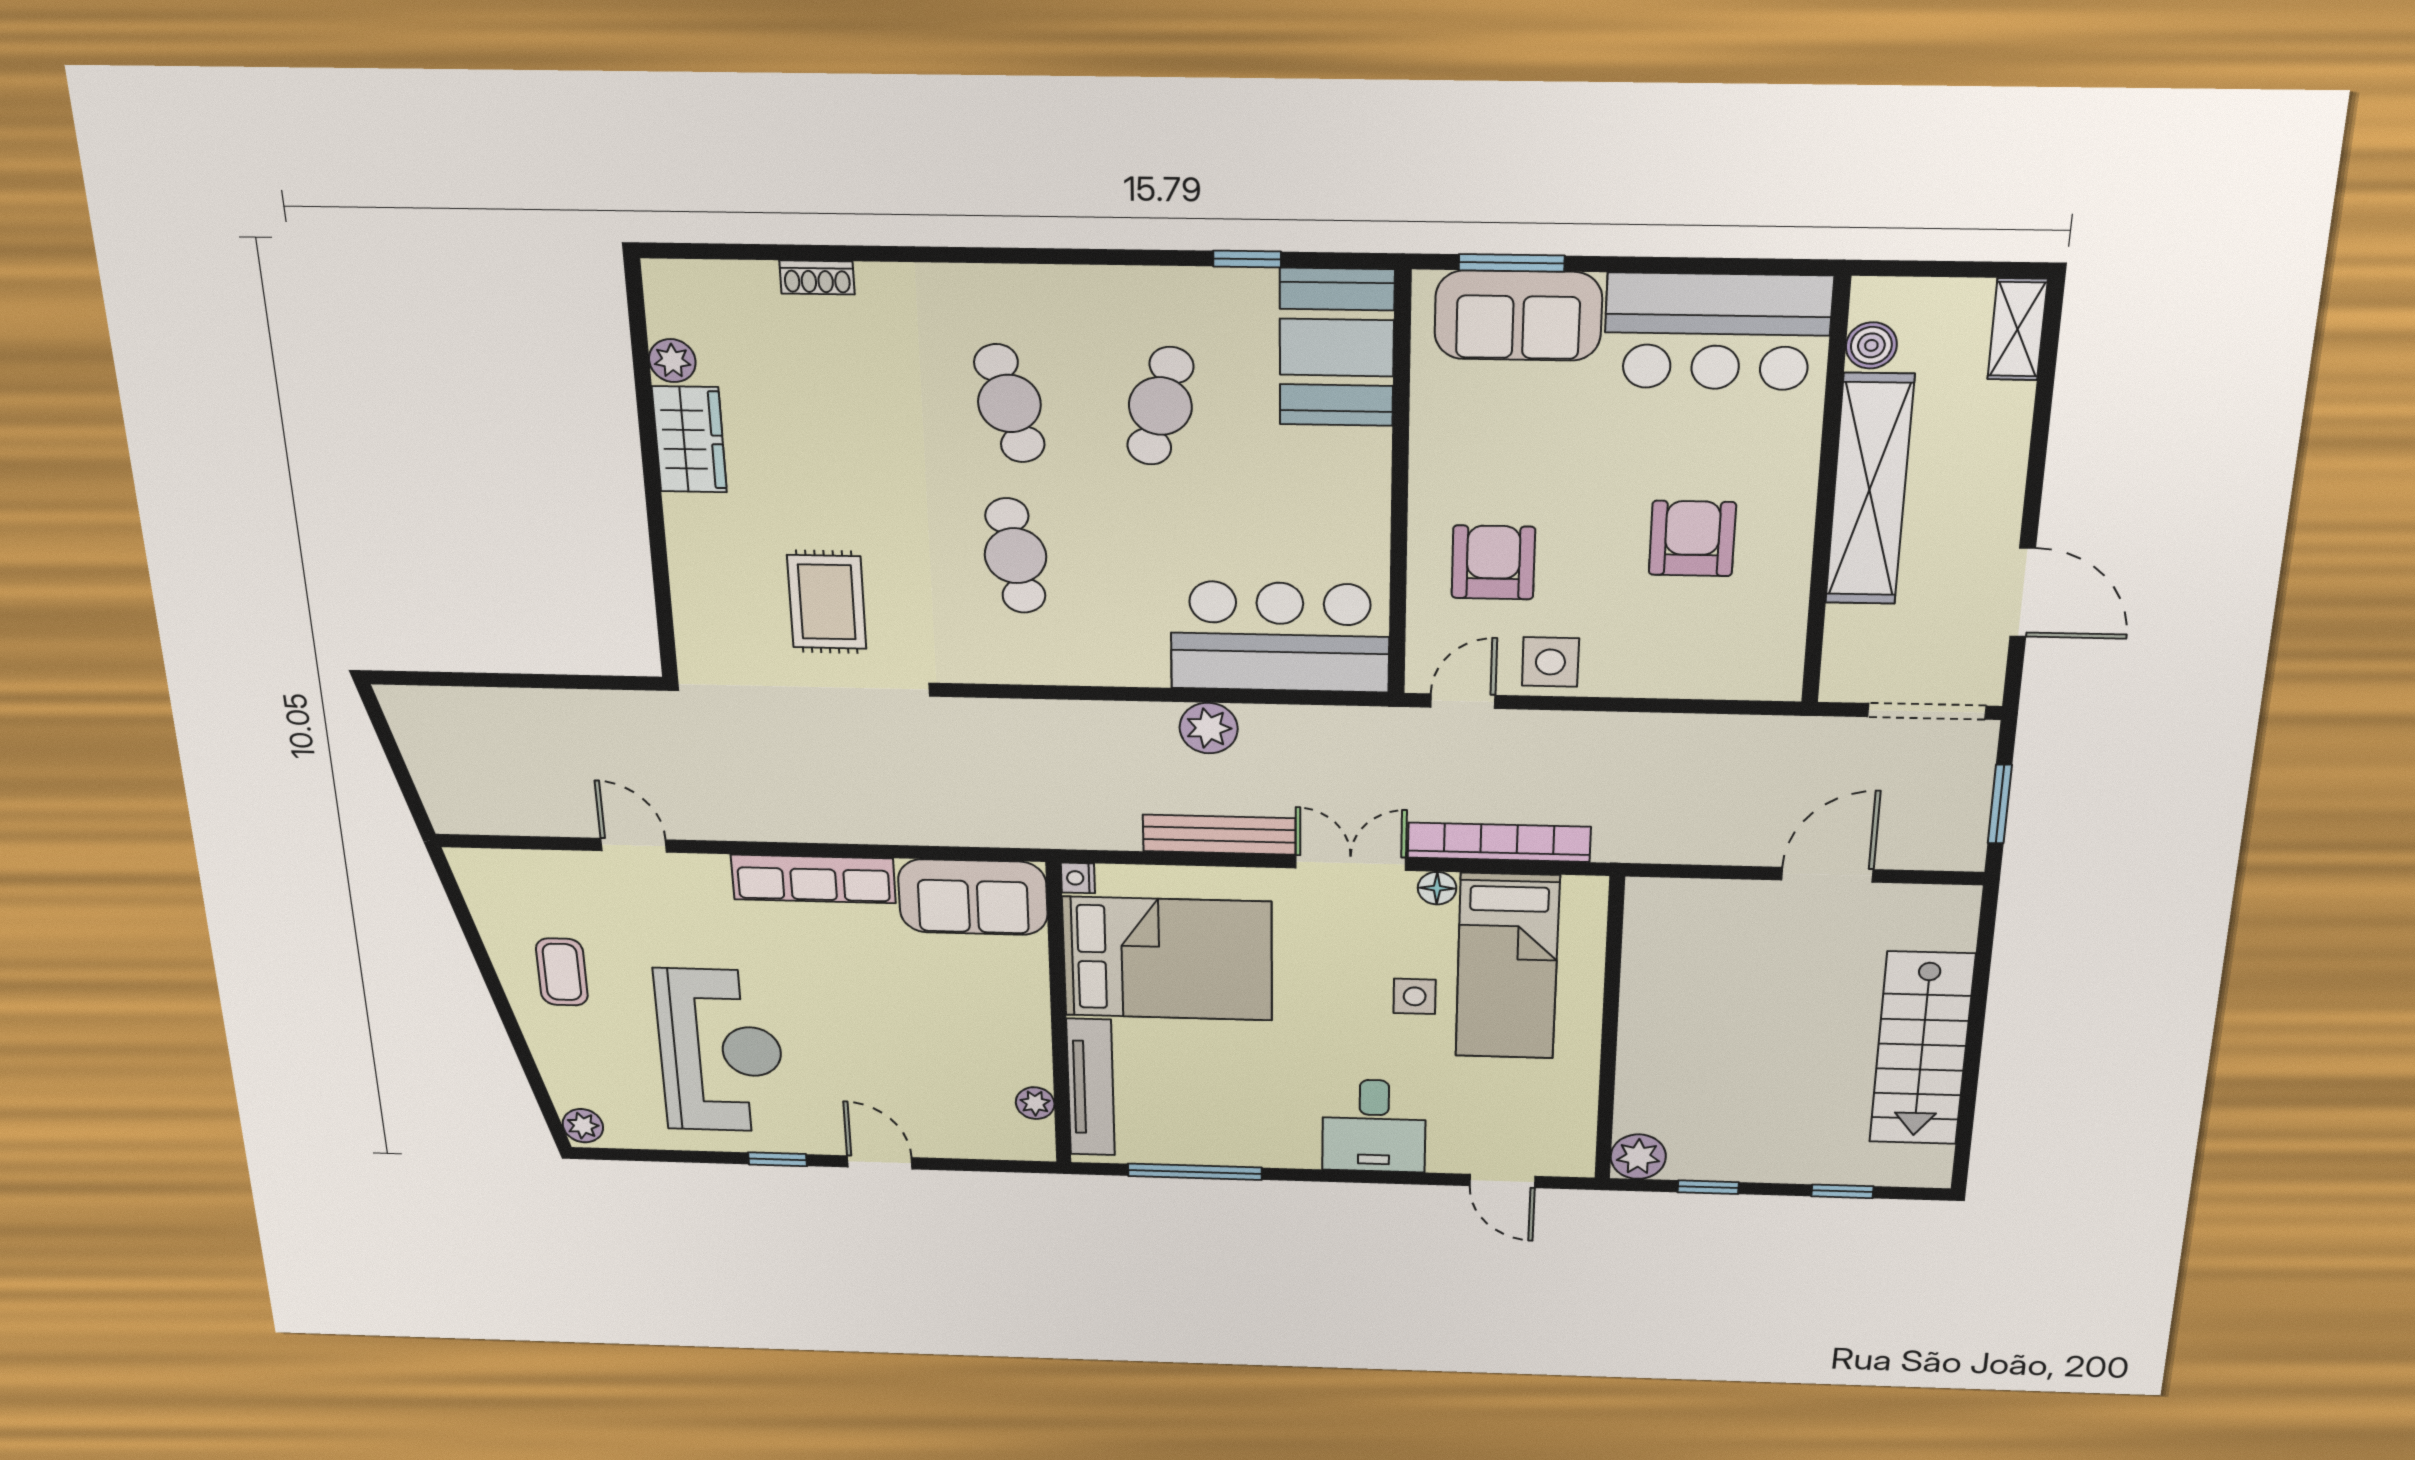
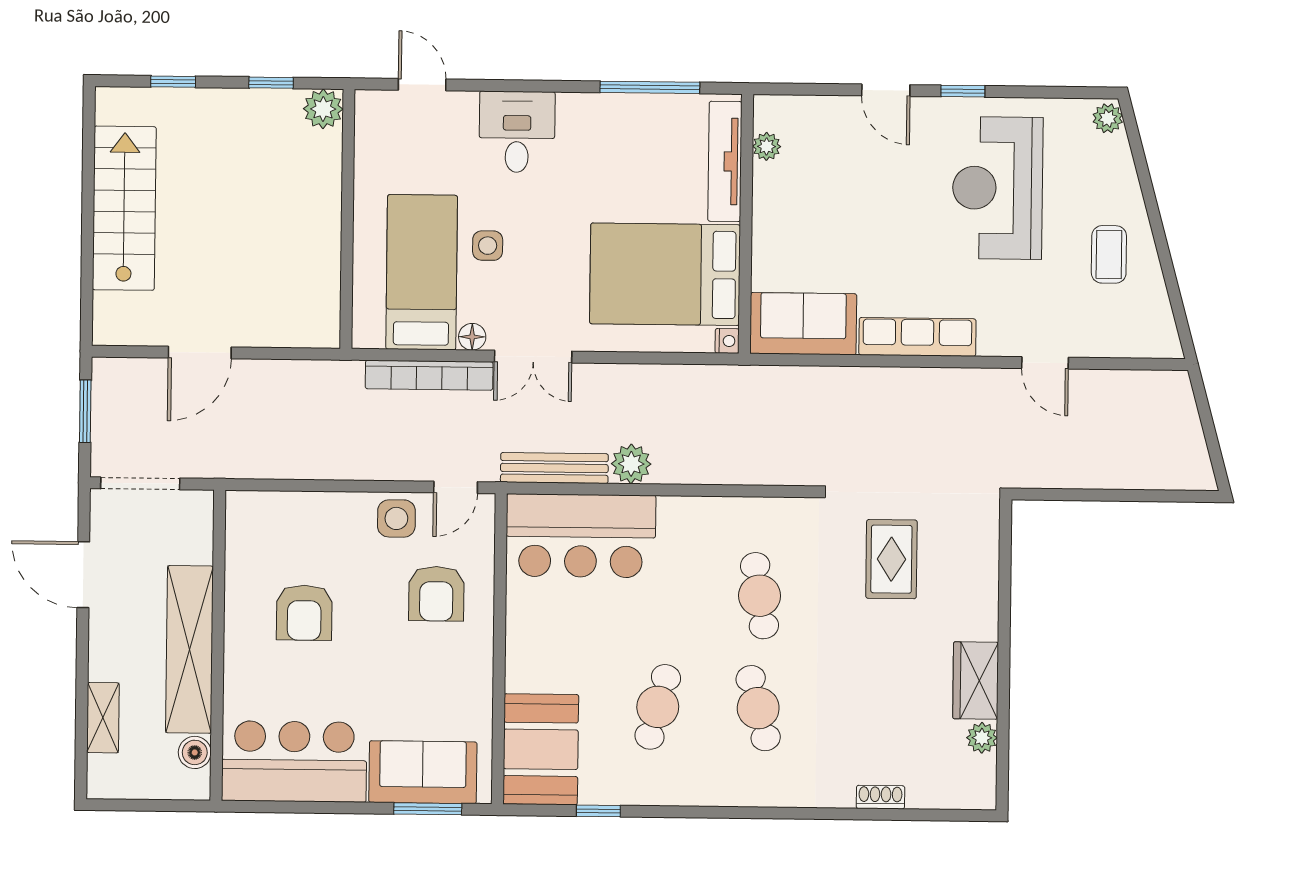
shelving: (2017, 329) -> (103, 718), moved
bench: (1219, 835) -> (554, 468), moved

